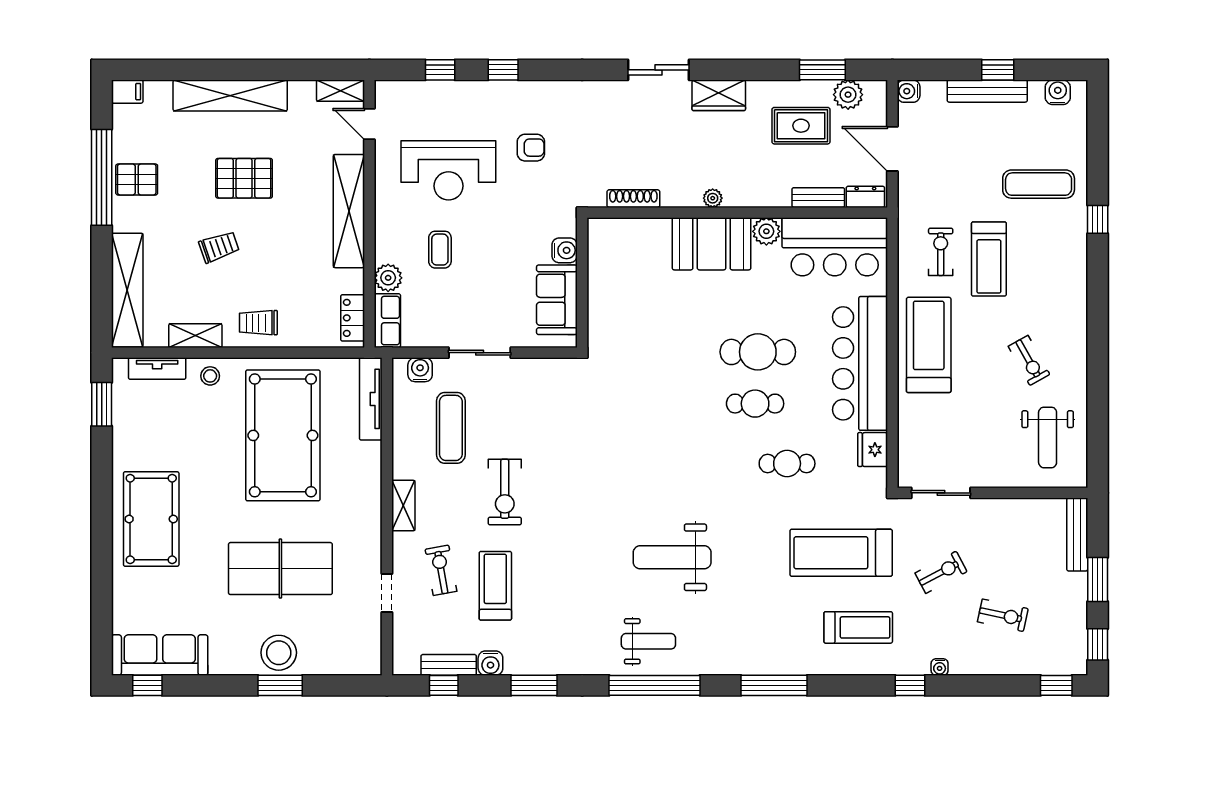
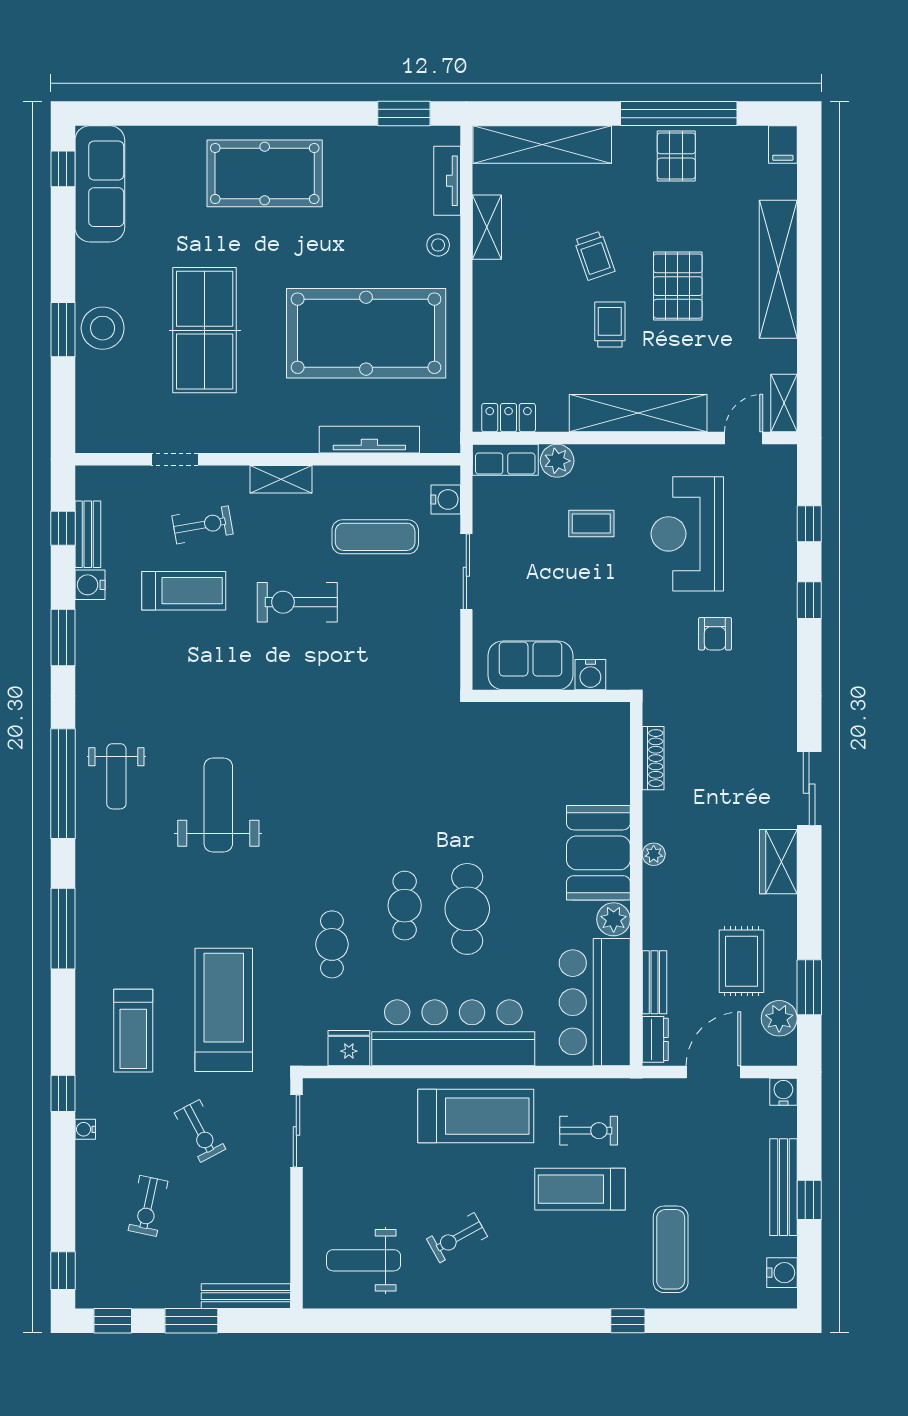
trolley: (258, 323) -> (610, 325), moved
tv unit: (371, 399) -> (369, 440), moved

